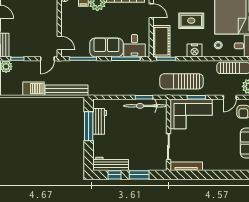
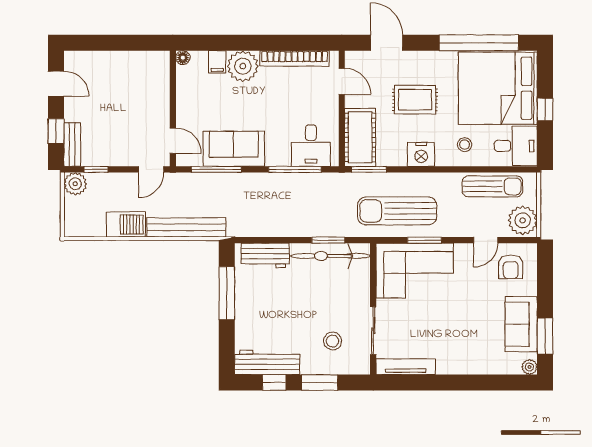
sofa: (106, 47) -> (234, 149), moved
workbench: (100, 121) -> (265, 255), moved, turned 90
stool: (146, 152) -> (333, 341), added

